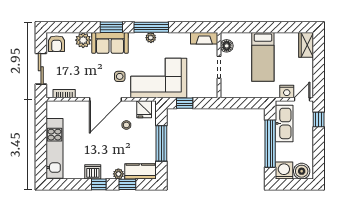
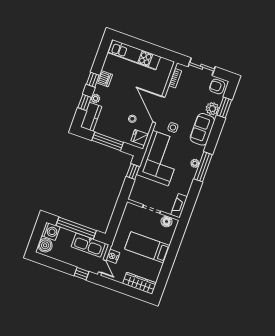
window: (111, 27) -> (224, 107), moved
wardrobe: (306, 45) -> (140, 283), width x1.50

